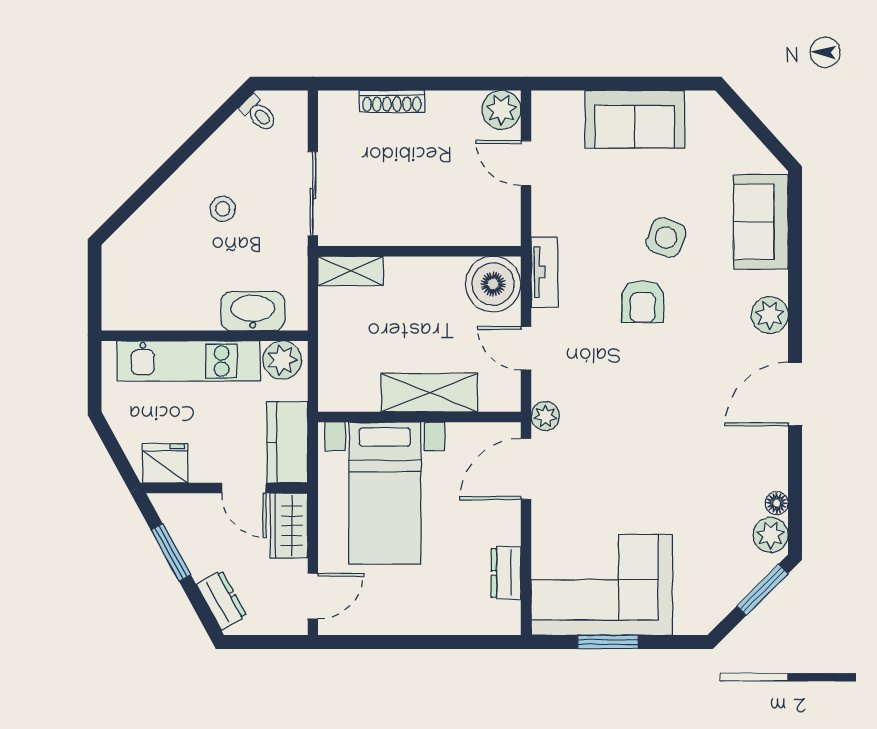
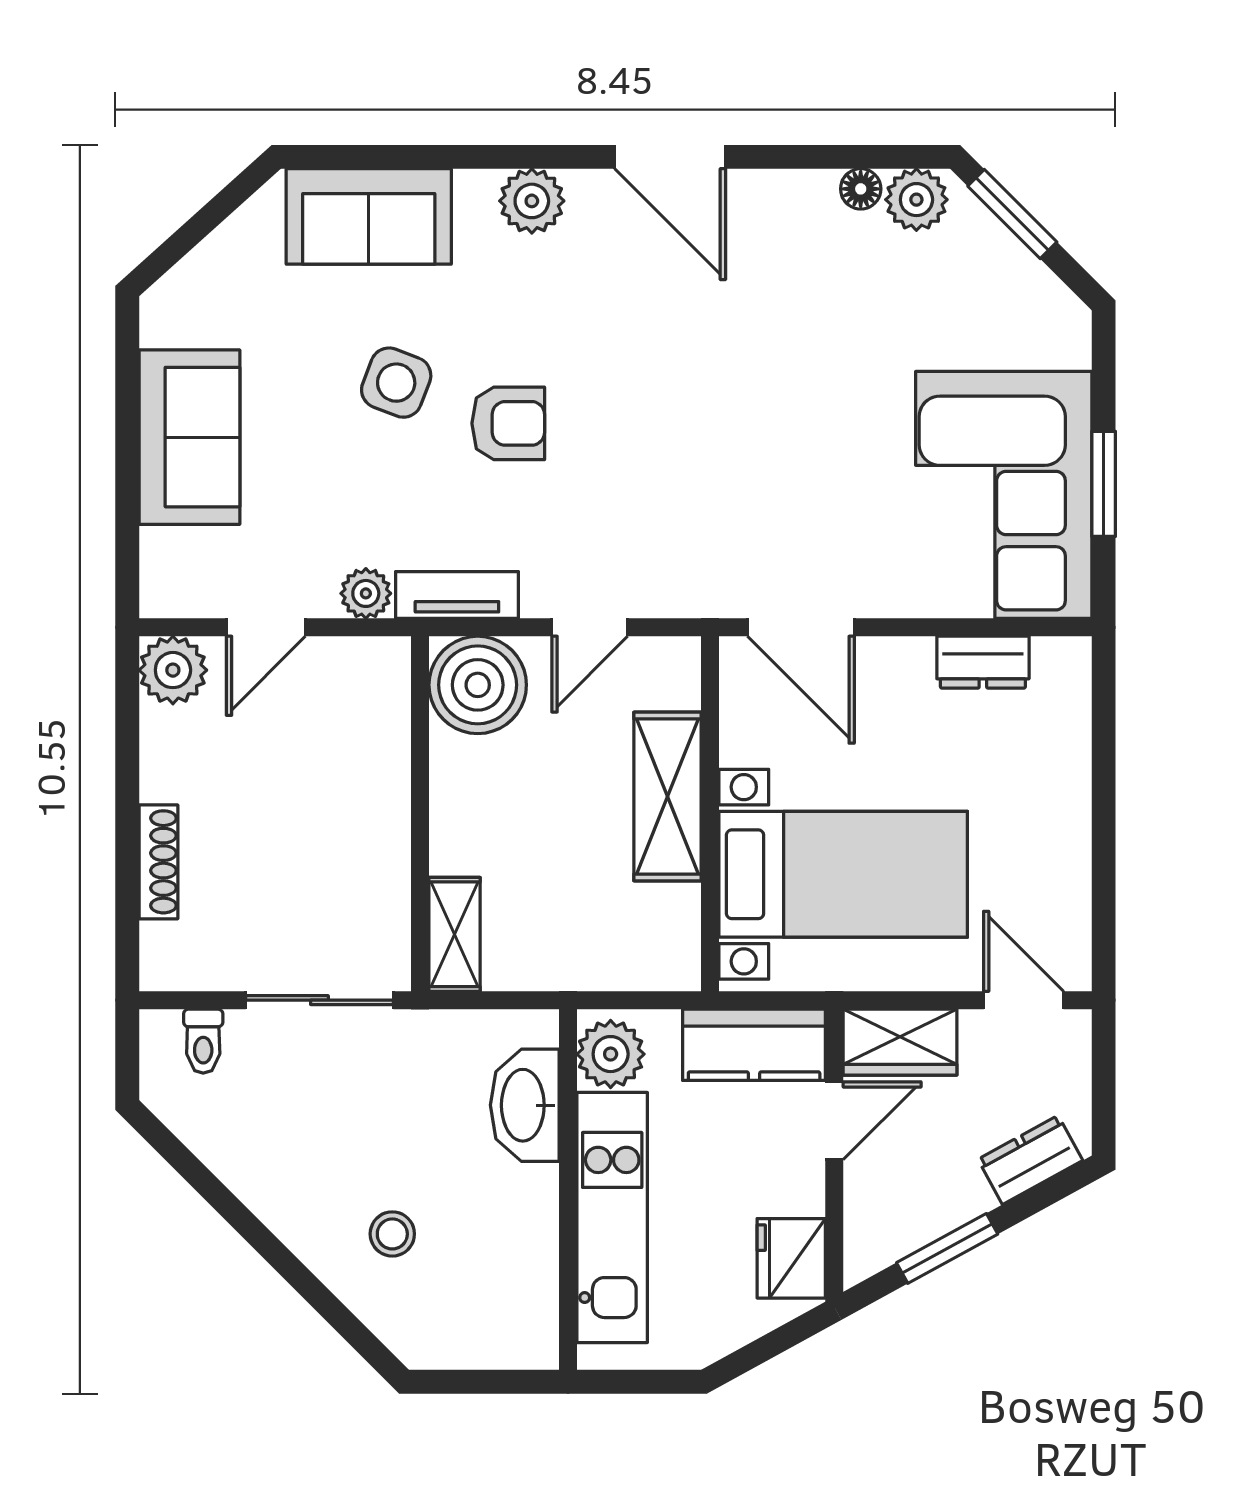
toilet: (259, 114) -> (203, 1041), moved, turned 135
stool: (223, 209) -> (392, 1234), moved
plant: (545, 416) -> (366, 593), moved

